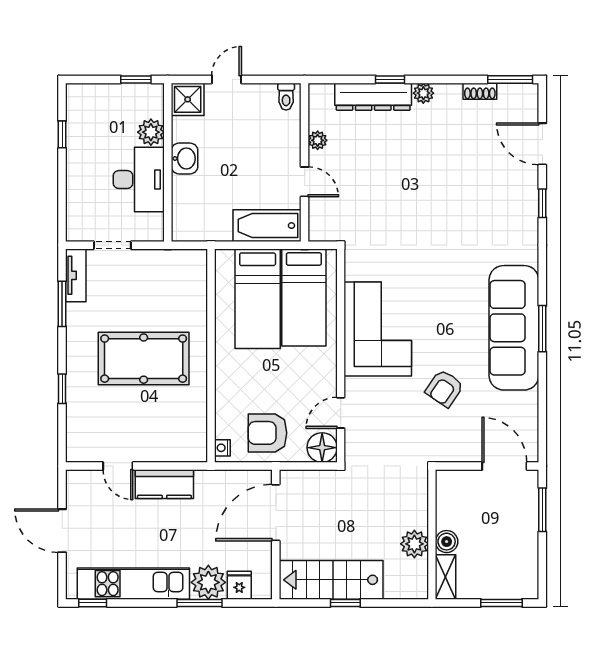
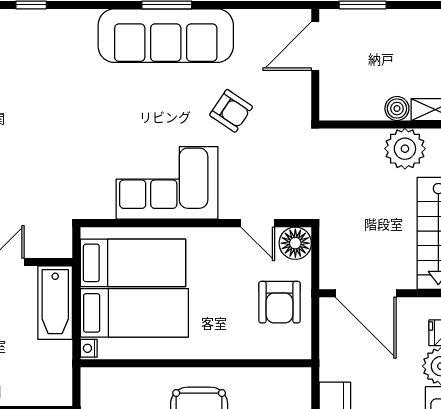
nightstand: (222, 448) -> (89, 348), moved, turned 90
plant: (414, 544) -> (405, 149), width x1.36, depth x1.36

